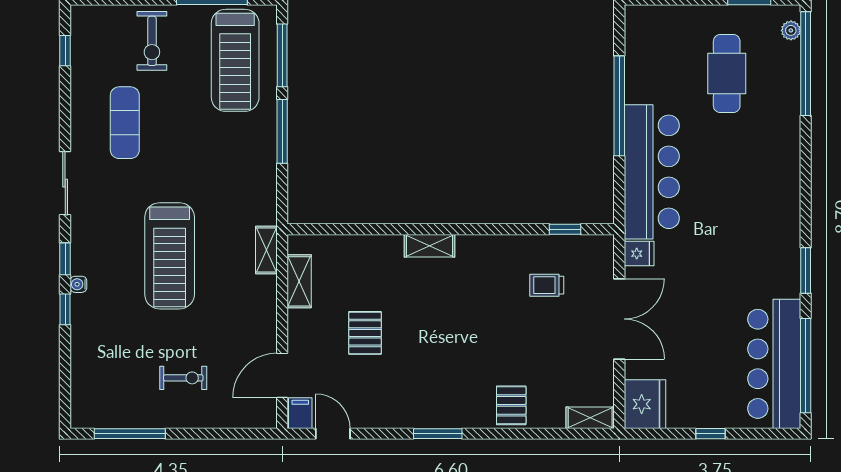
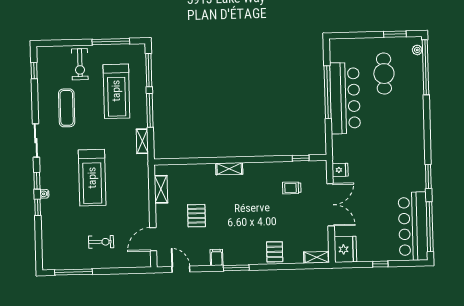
treadmill: (235, 60) -> (116, 91), moved
bar counter: (652, 172) -> (345, 98), moved
shelving: (266, 250) -> (142, 141), moved
filing cabinet: (300, 413) -> (217, 257), moved

